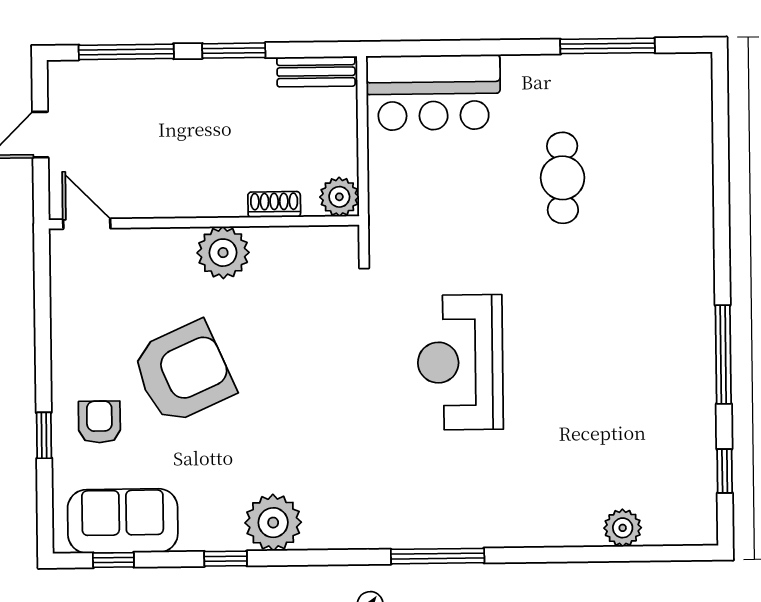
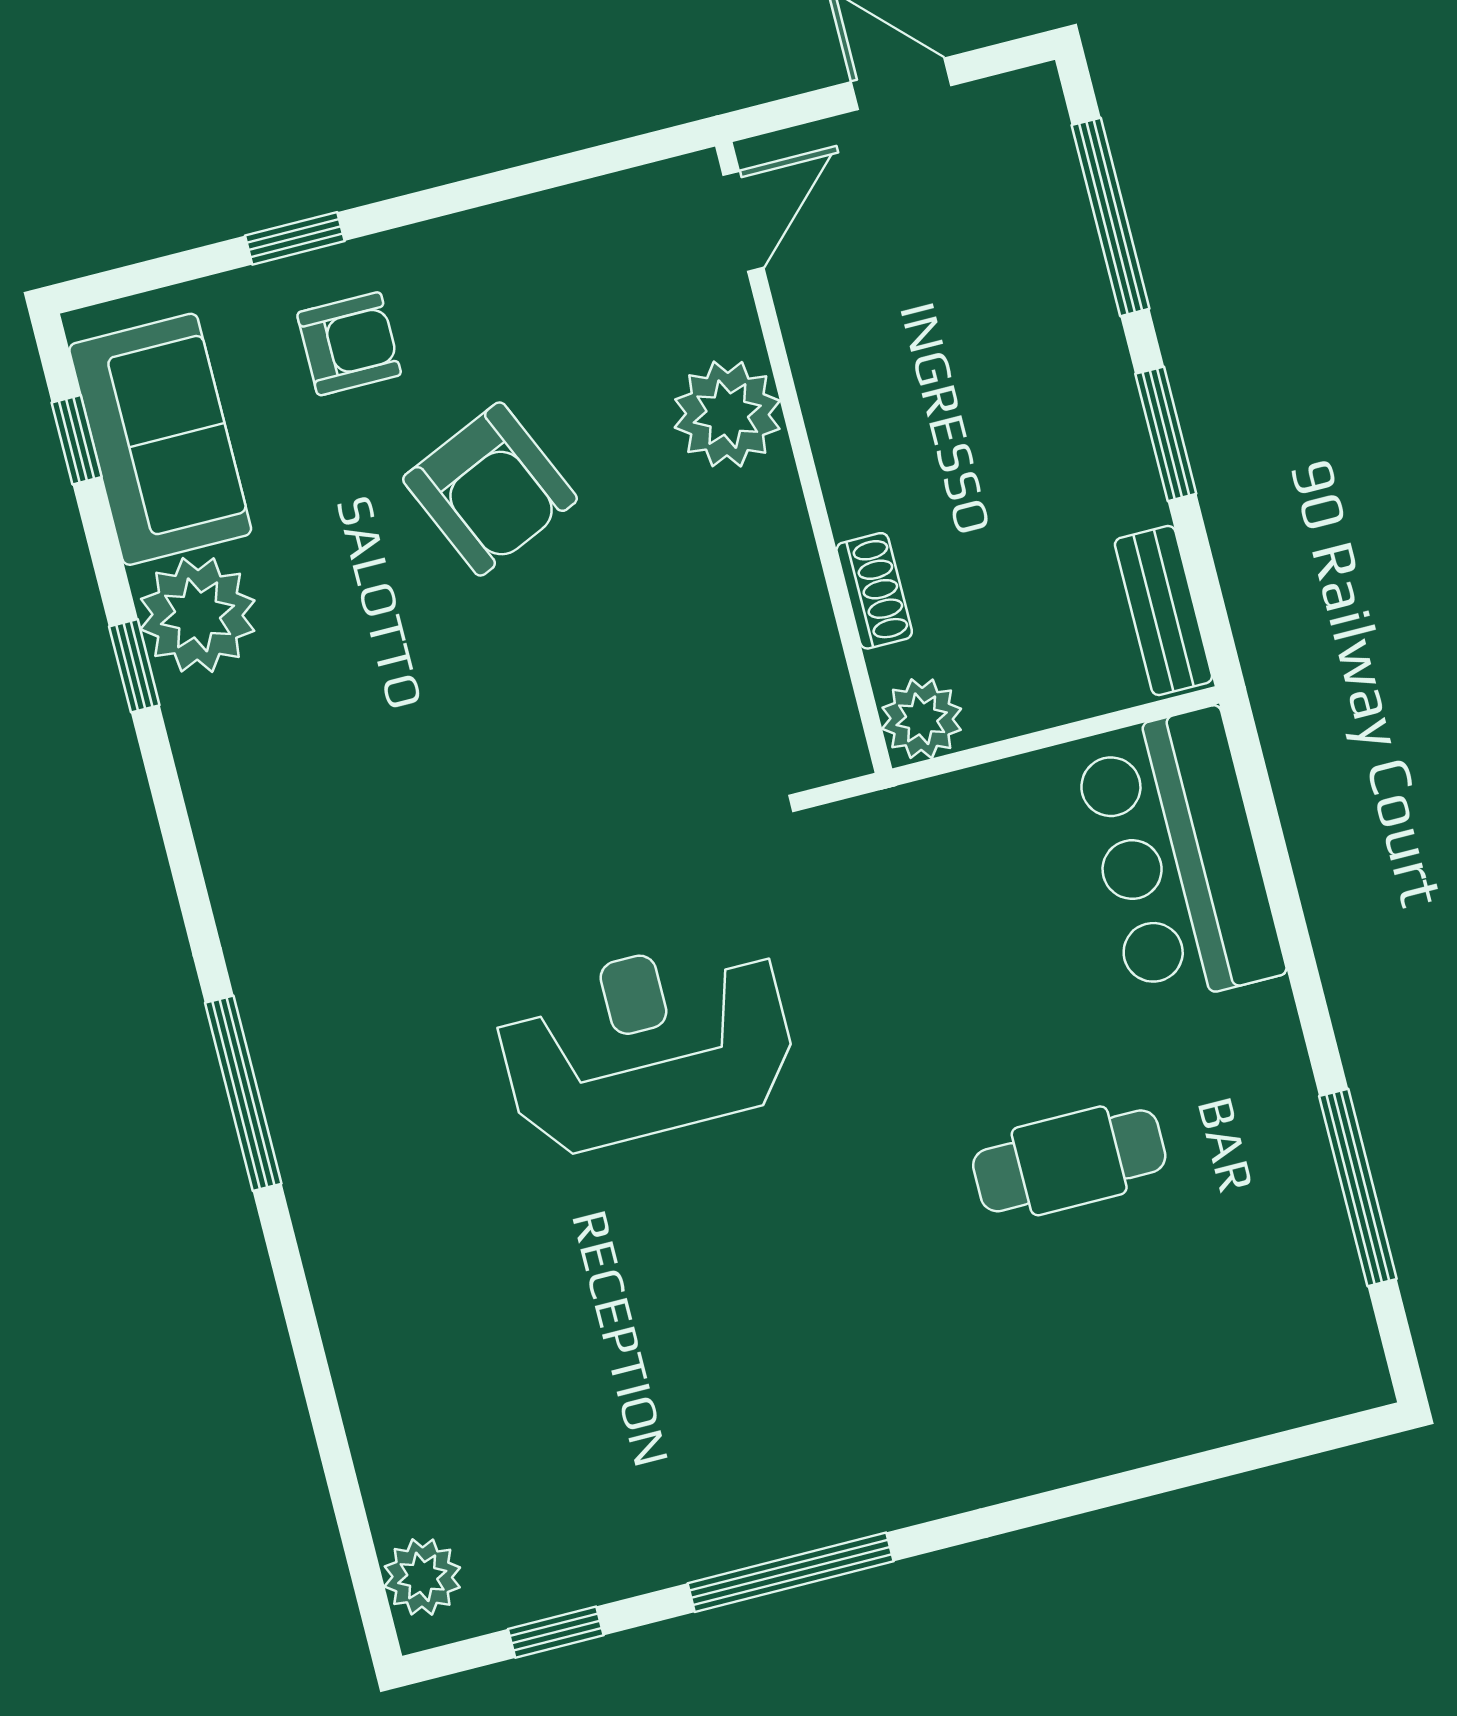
plant: (223, 253) -> (727, 414), moved
armchair: (183, 373) -> (490, 489), width x0.73, depth x0.73
plant: (273, 523) -> (198, 615), moved
plant: (623, 528) -> (422, 1577), moved

